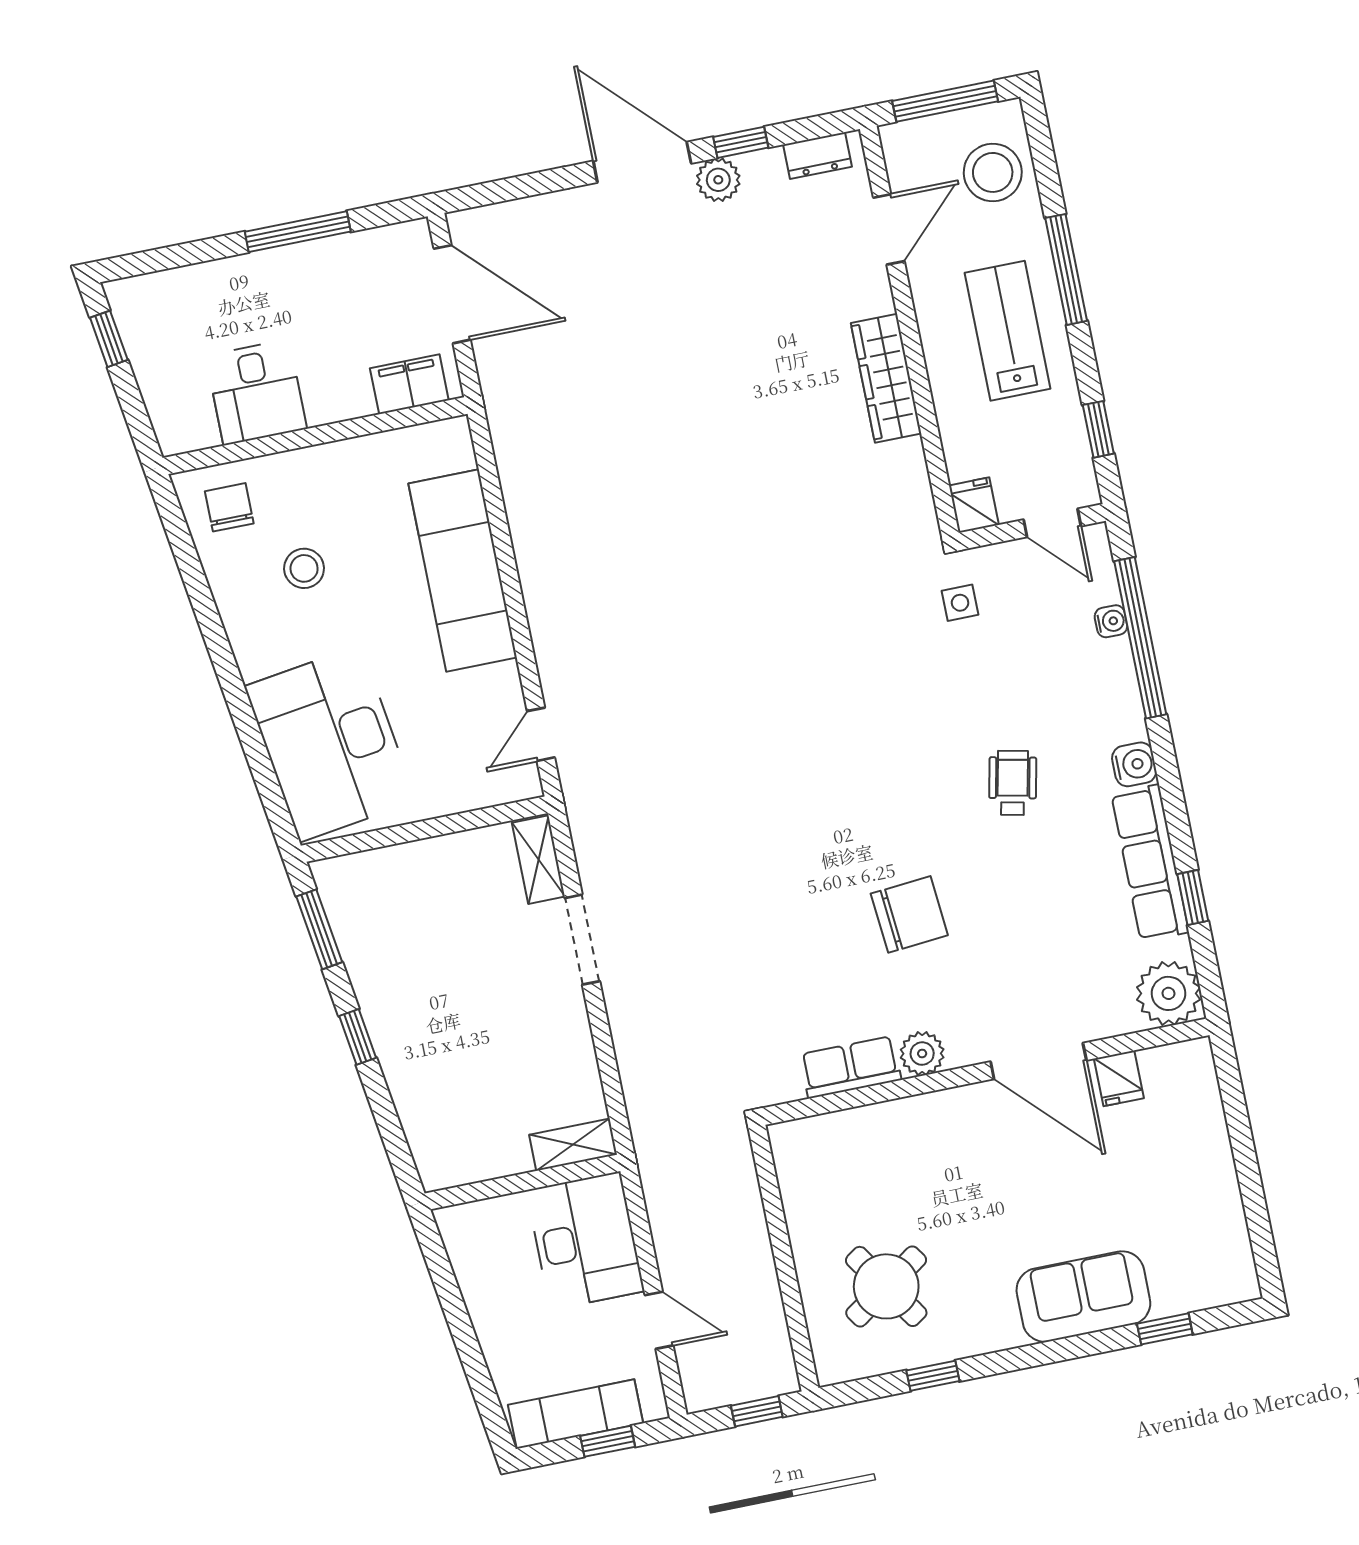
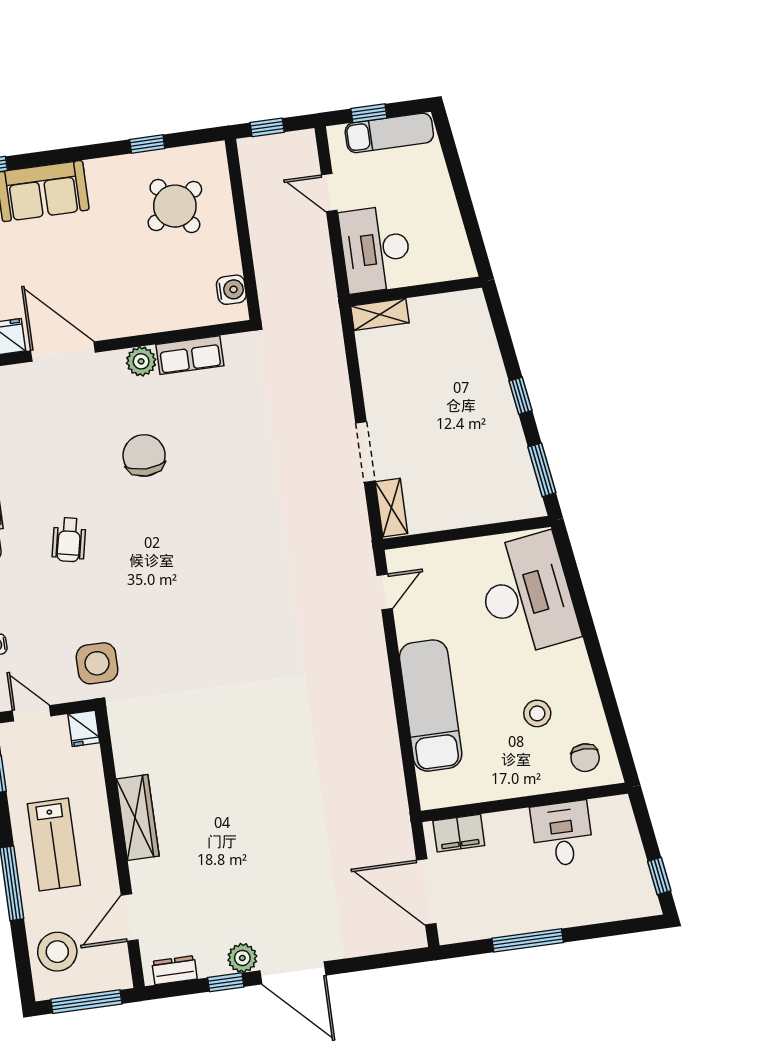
side table: (960, 603) -> (97, 663), width x1.87, depth x1.87
chair: (909, 914) -> (144, 456), turned 95
water cooler: (795, 1168) -> (231, 290), added

